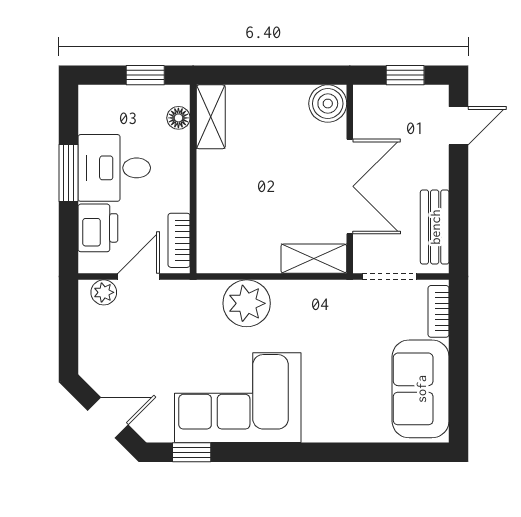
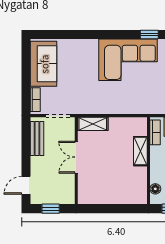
boiler: (328, 104) -> (86, 195), removed
shelving: (211, 117) -> (140, 151), moved
double door: (350, 186) -> (76, 157), width x0.73
plant: (247, 303) -> (124, 103), removed

